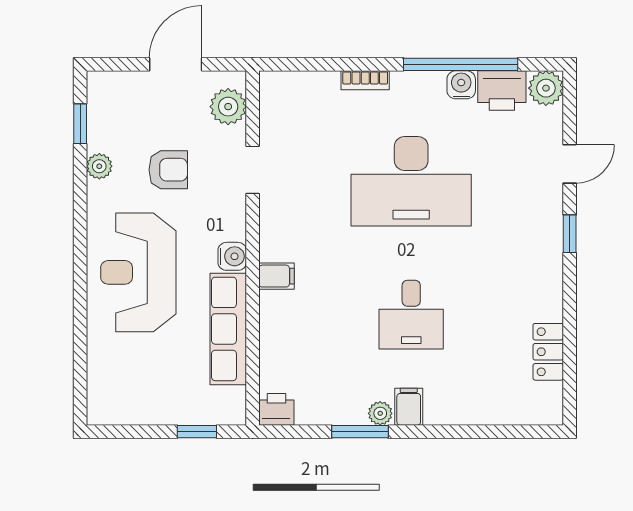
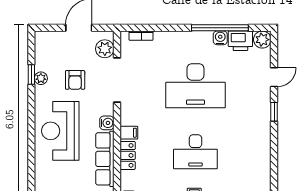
bookcase: (365, 80) -> (141, 36), moved
window: (80, 124) -> (31, 75), moved
armchair: (168, 170) -> (75, 80), turned 90
doorway: (253, 170) -> (117, 80), width x1.87
desk: (411, 315) -> (195, 152), width x1.37
locker: (548, 352) -> (128, 155), moved, turned 180

